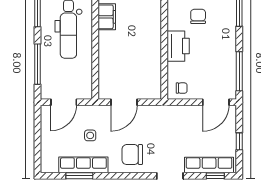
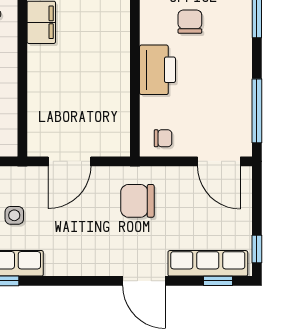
door: (216, 102) -> (219, 161), hinge flipped
window: (239, 141) -> (257, 249), moved
chair: (132, 155) -> (137, 201), moved

